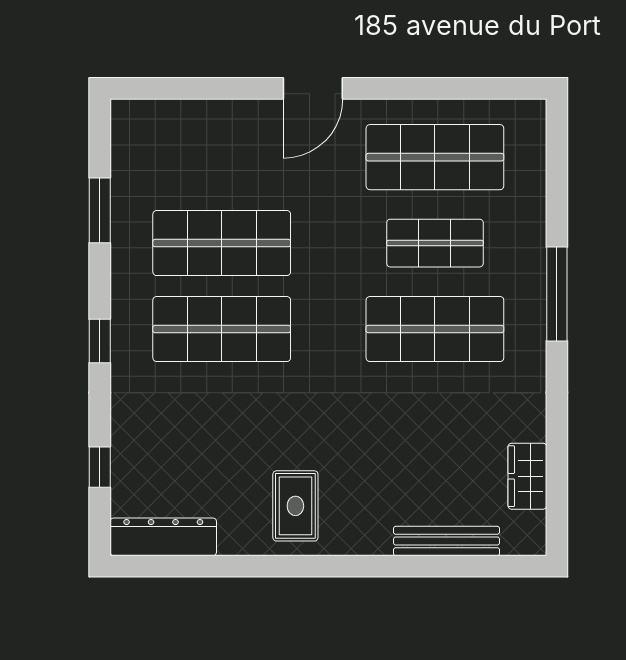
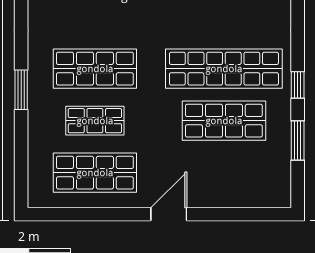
window: (557, 294) -> (21, 90), width x0.69
shop shelf: (222, 329) -> (224, 69), width x1.40
window: (100, 341) -> (298, 85), moved

